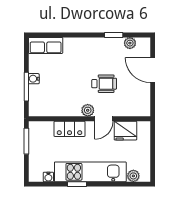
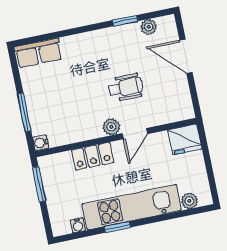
water cooler: (34, 79) -> (41, 143), moved
fridge: (125, 131) -> (185, 140), moved

